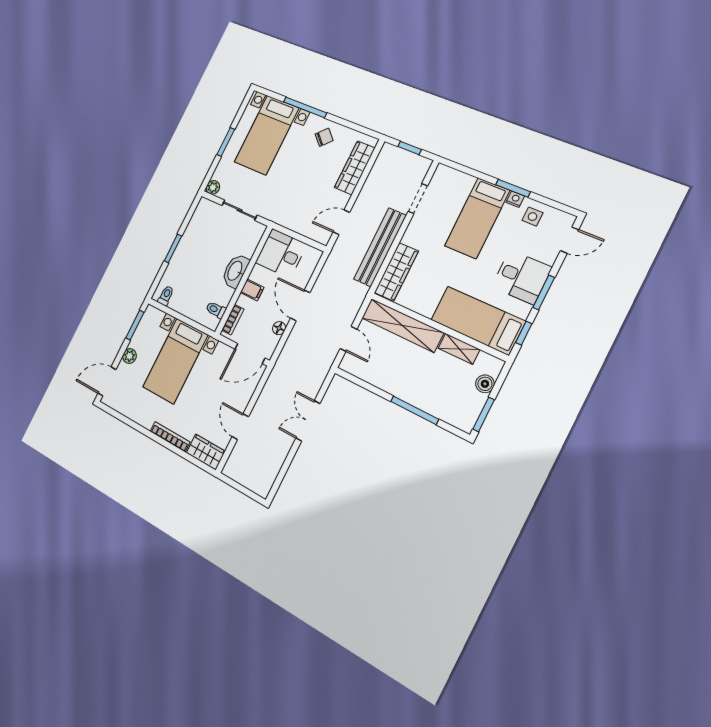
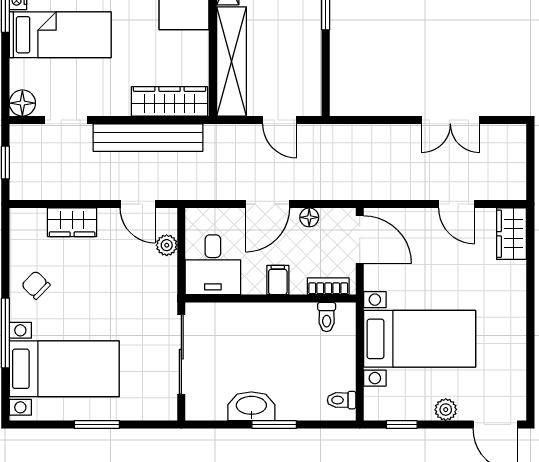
wardrobe: (355, 168) -> (72, 222), width x0.67
floor lamp: (443, 174) -> (22, 103), added
plant: (213, 187) -> (167, 245), moved
sliding door: (239, 210) -> (181, 354), width x1.37
washbasin: (235, 271) -> (251, 406), moved, turned 180
window: (135, 325) -> (402, 425), width x0.67
door: (348, 339) -> (280, 120), swing flipped
double door: (308, 421) -> (450, 120), moved
door: (240, 427) -> (457, 204), hinge flipped
bookcase: (170, 437) -> (518, 293), removed

